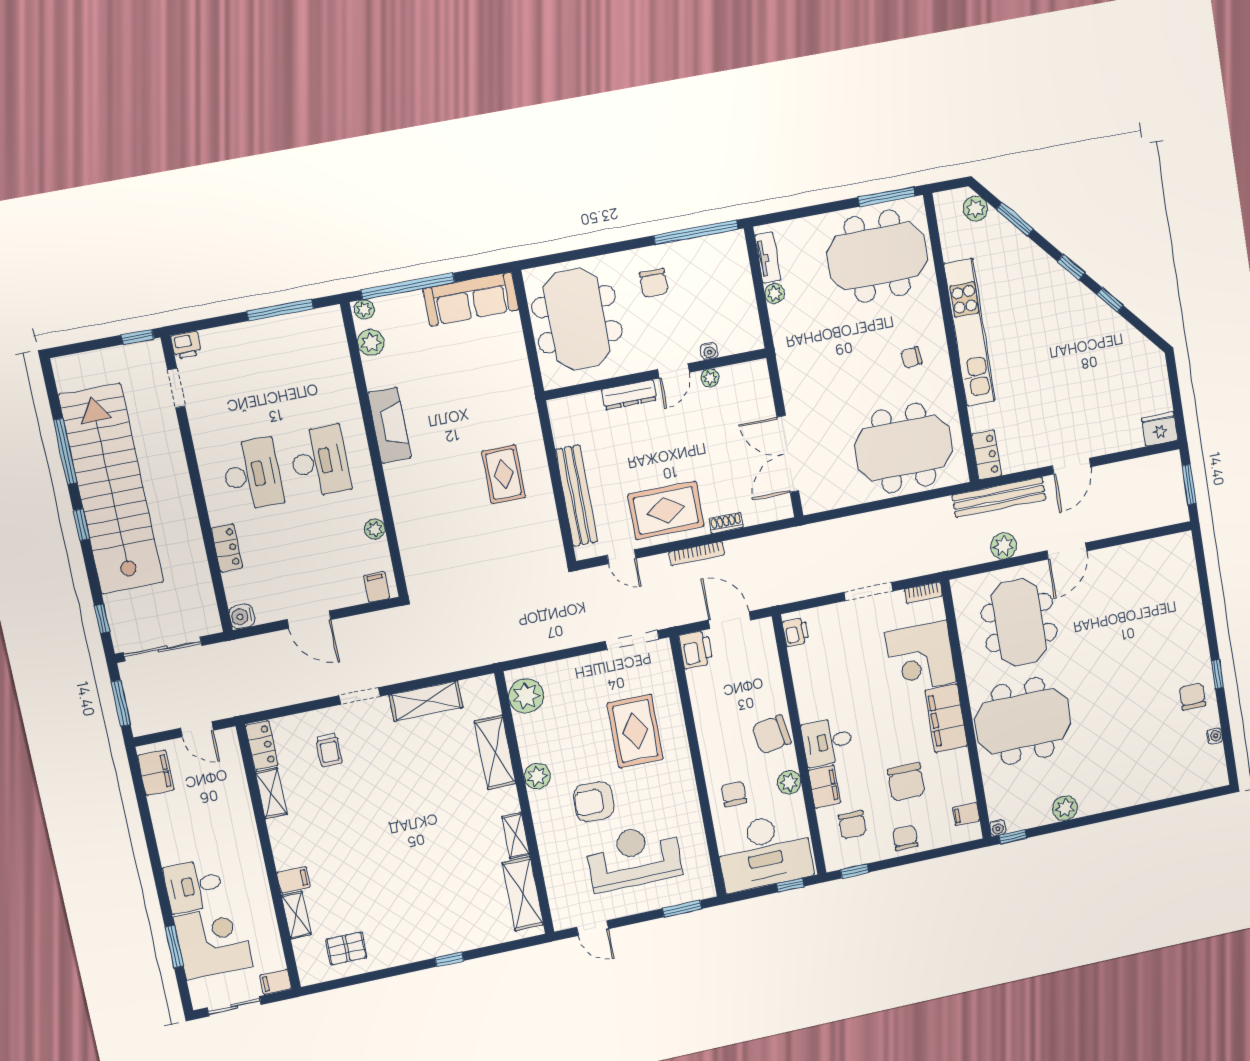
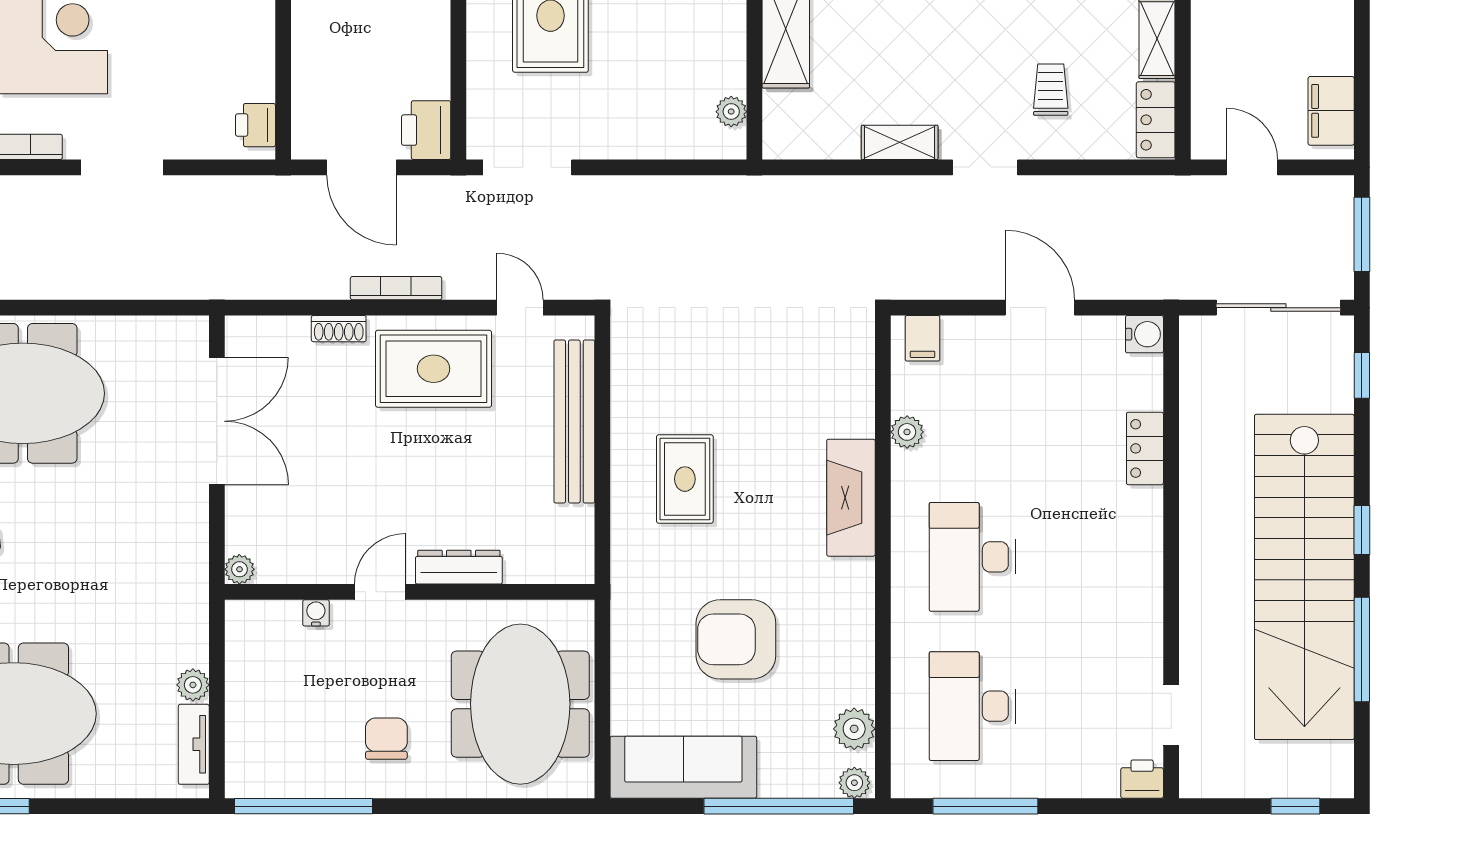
window: (137, 337) -> (1295, 806), moved
plant: (710, 378) -> (239, 569), moved
armchair: (454, 383) -> (736, 639), added
fireplace: (389, 425) -> (851, 498), moved
desk: (252, 474) -> (972, 706), moved
plant: (526, 696) -> (731, 112), width x0.53, depth x0.53
shelving: (426, 701) -> (900, 142), width x0.67, depth x0.75

